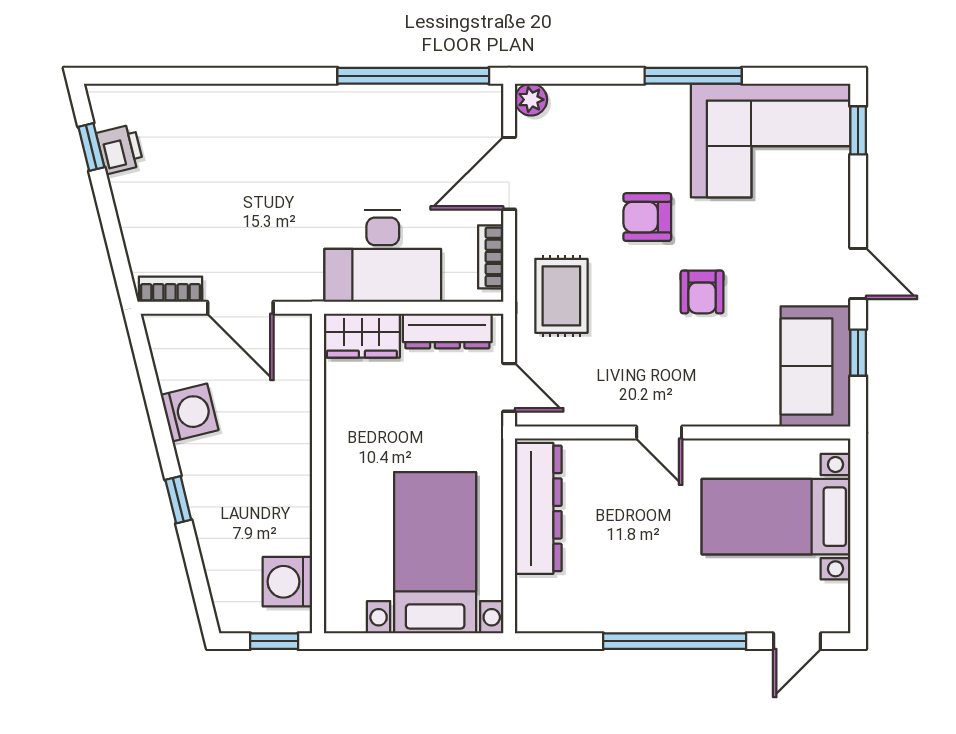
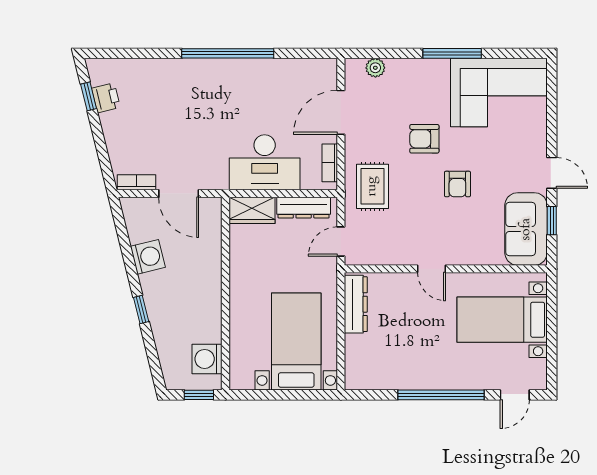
window: (413, 76) -> (228, 53), moved
plant: (531, 100) -> (375, 68), moved
window: (858, 130) -> (552, 86), removed
door: (509, 387) -> (341, 242), swing flipped
dresser: (538, 508) -> (356, 304), width x0.73, depth x0.80

